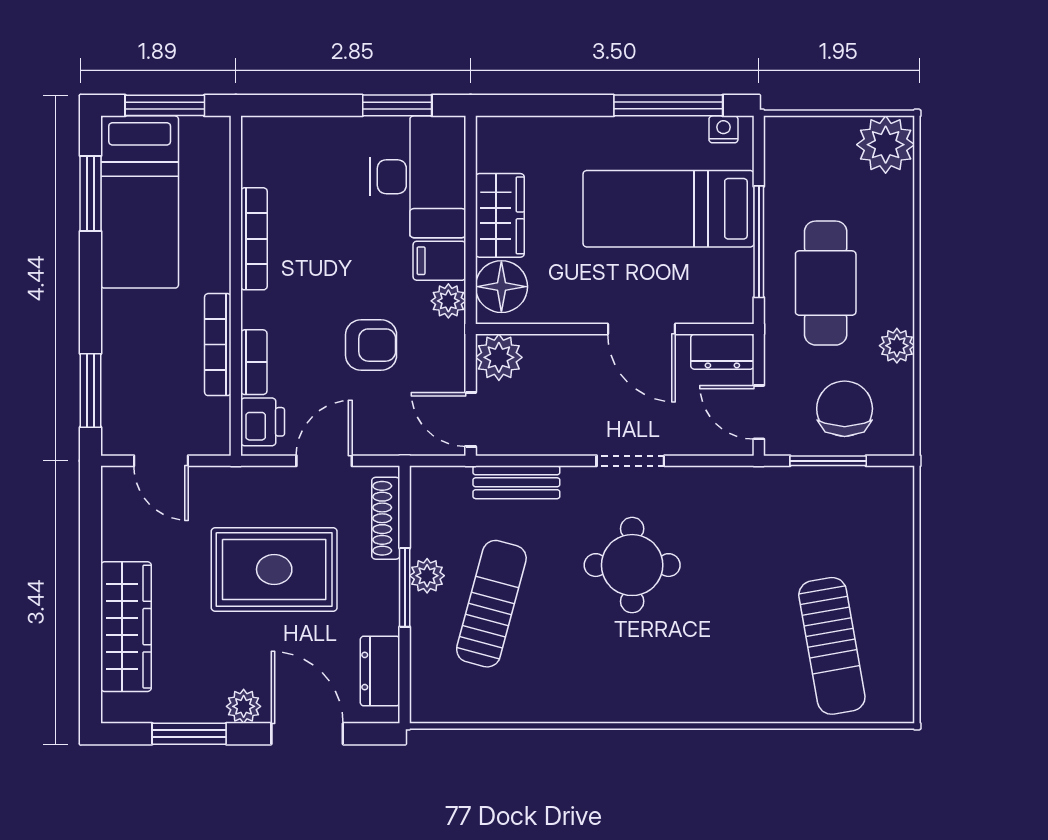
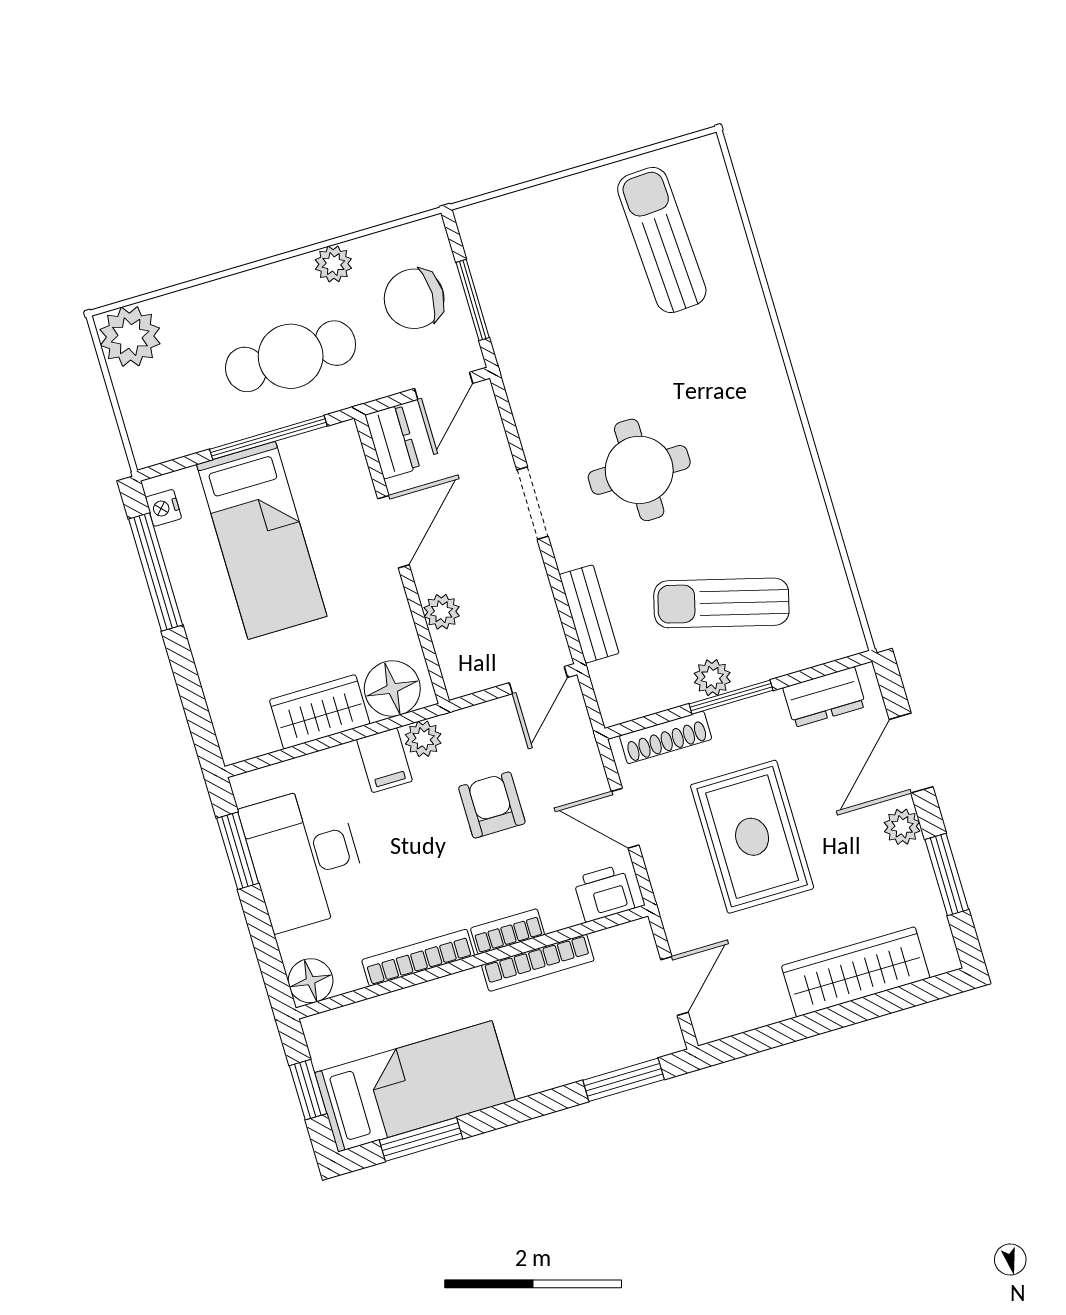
window: (165, 105) -> (308, 1090), width x0.67
floor lamp: (262, 136) -> (311, 981), added
desk: (418, 177) -> (305, 858), moved, turned -90
plant: (499, 357) -> (442, 612), moved, width x0.73, depth x0.73
bookcase: (254, 362) -> (508, 931), moved
sun lounger: (832, 646) -> (662, 240), turned -83

